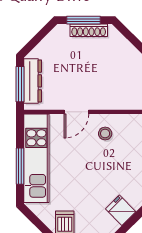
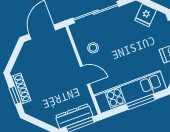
window: (83, 20) -> (15, 95), width x0.67

